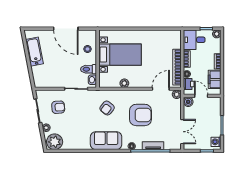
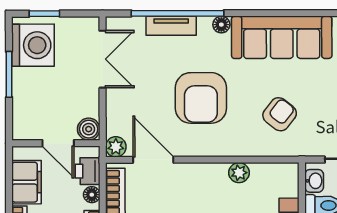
door: (161, 89) -> (153, 160), swing flipped
armchair: (140, 115) -> (201, 98), turned -90
double door: (182, 132) -> (103, 59), swing flipped
sofa: (106, 141) -> (282, 37), width x1.36
washing machine: (216, 142) -> (33, 45), width x1.89, depth x1.89

